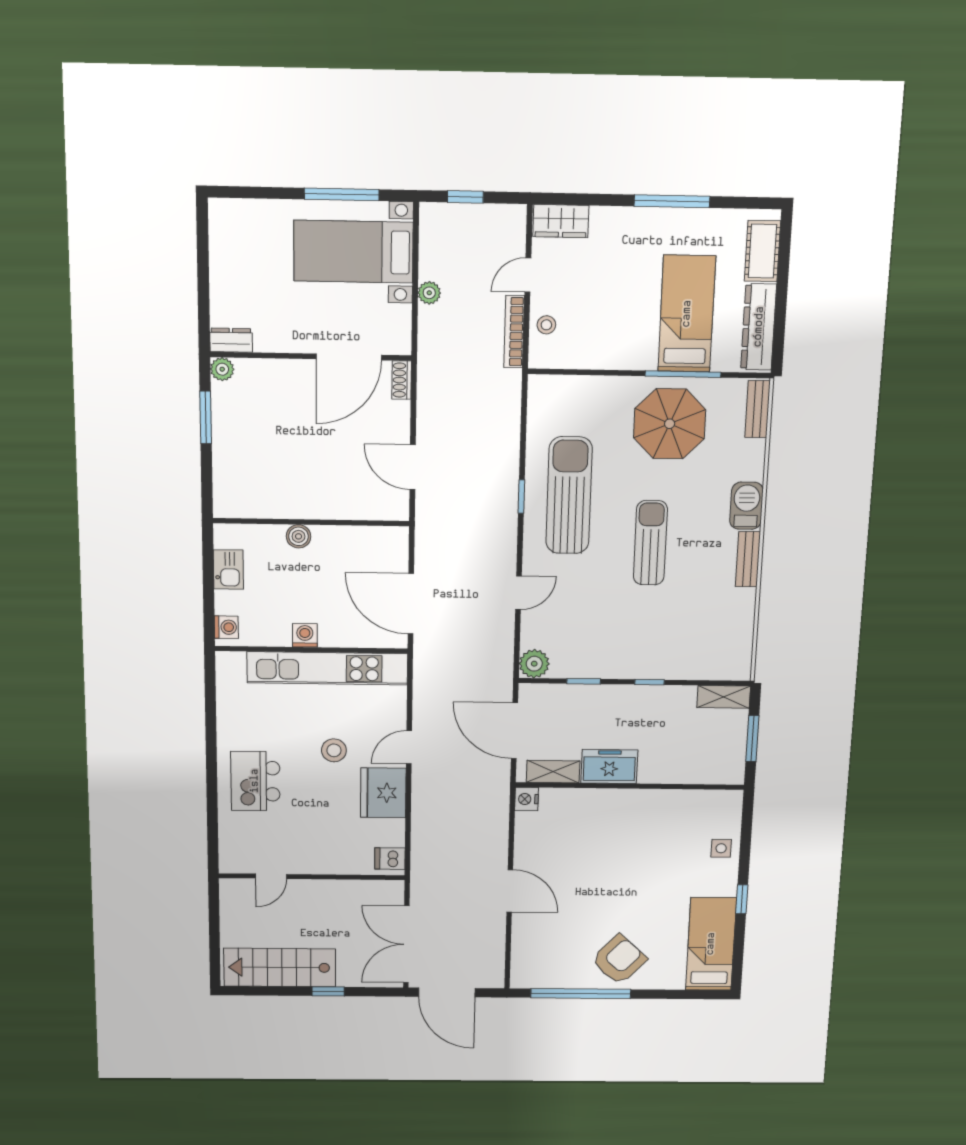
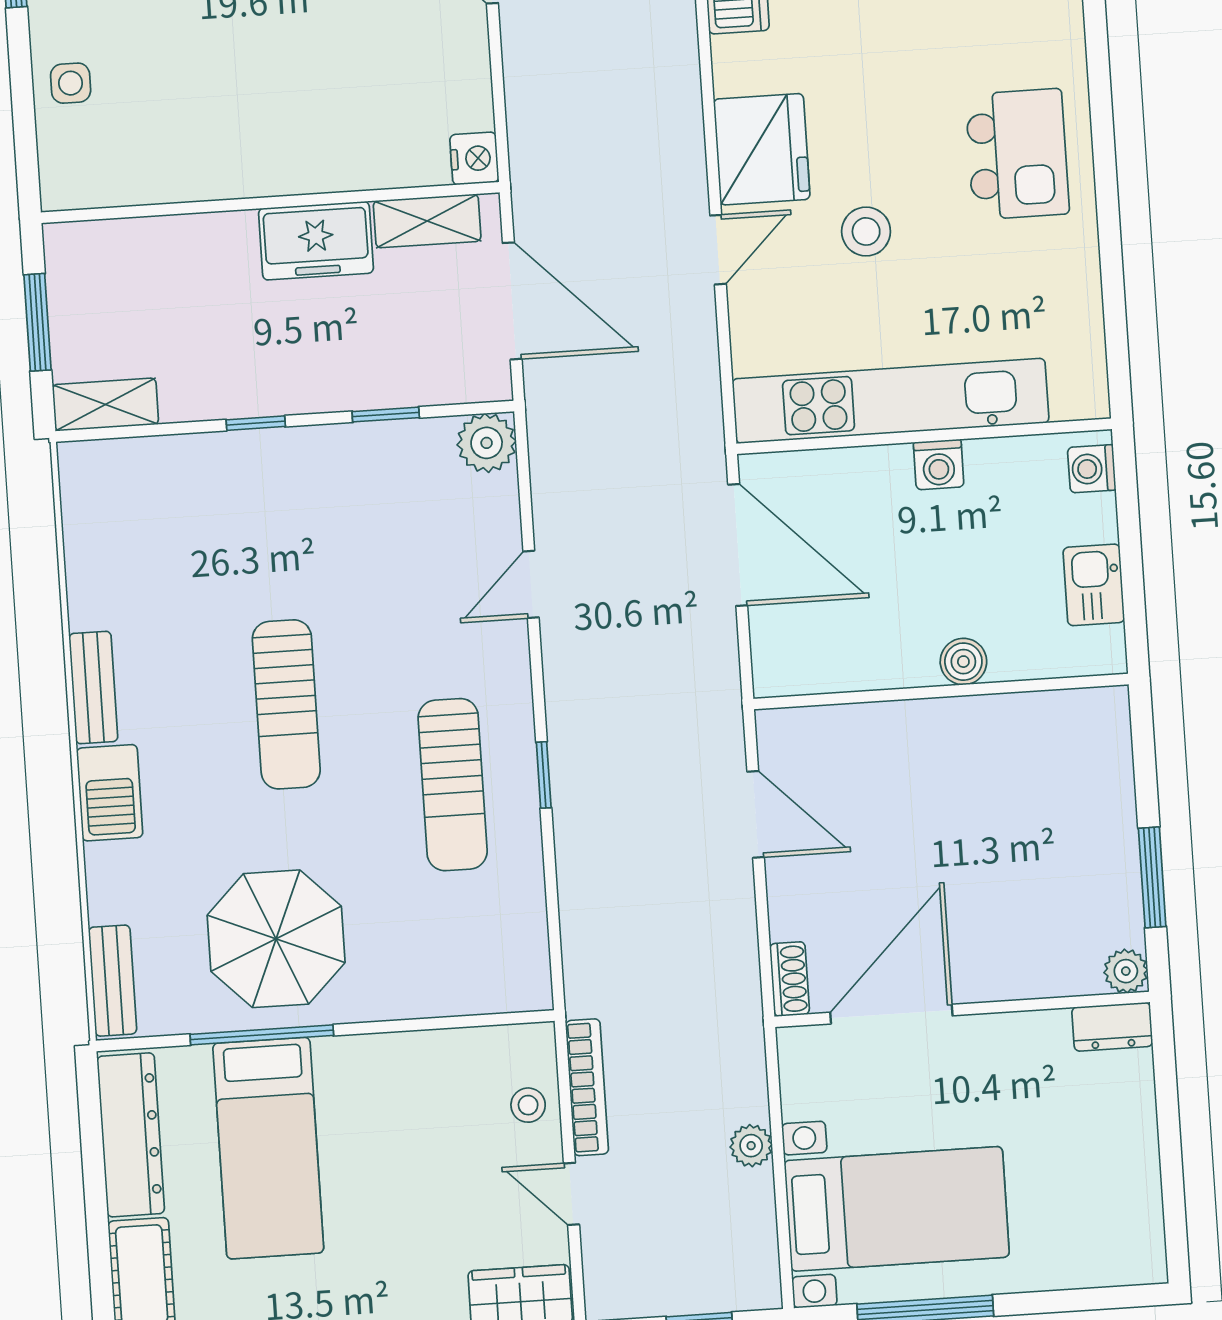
door: (528, 275) -> (572, 1194), swing flipped
sun lounger: (569, 495) -> (453, 785), width x0.73, depth x0.75

